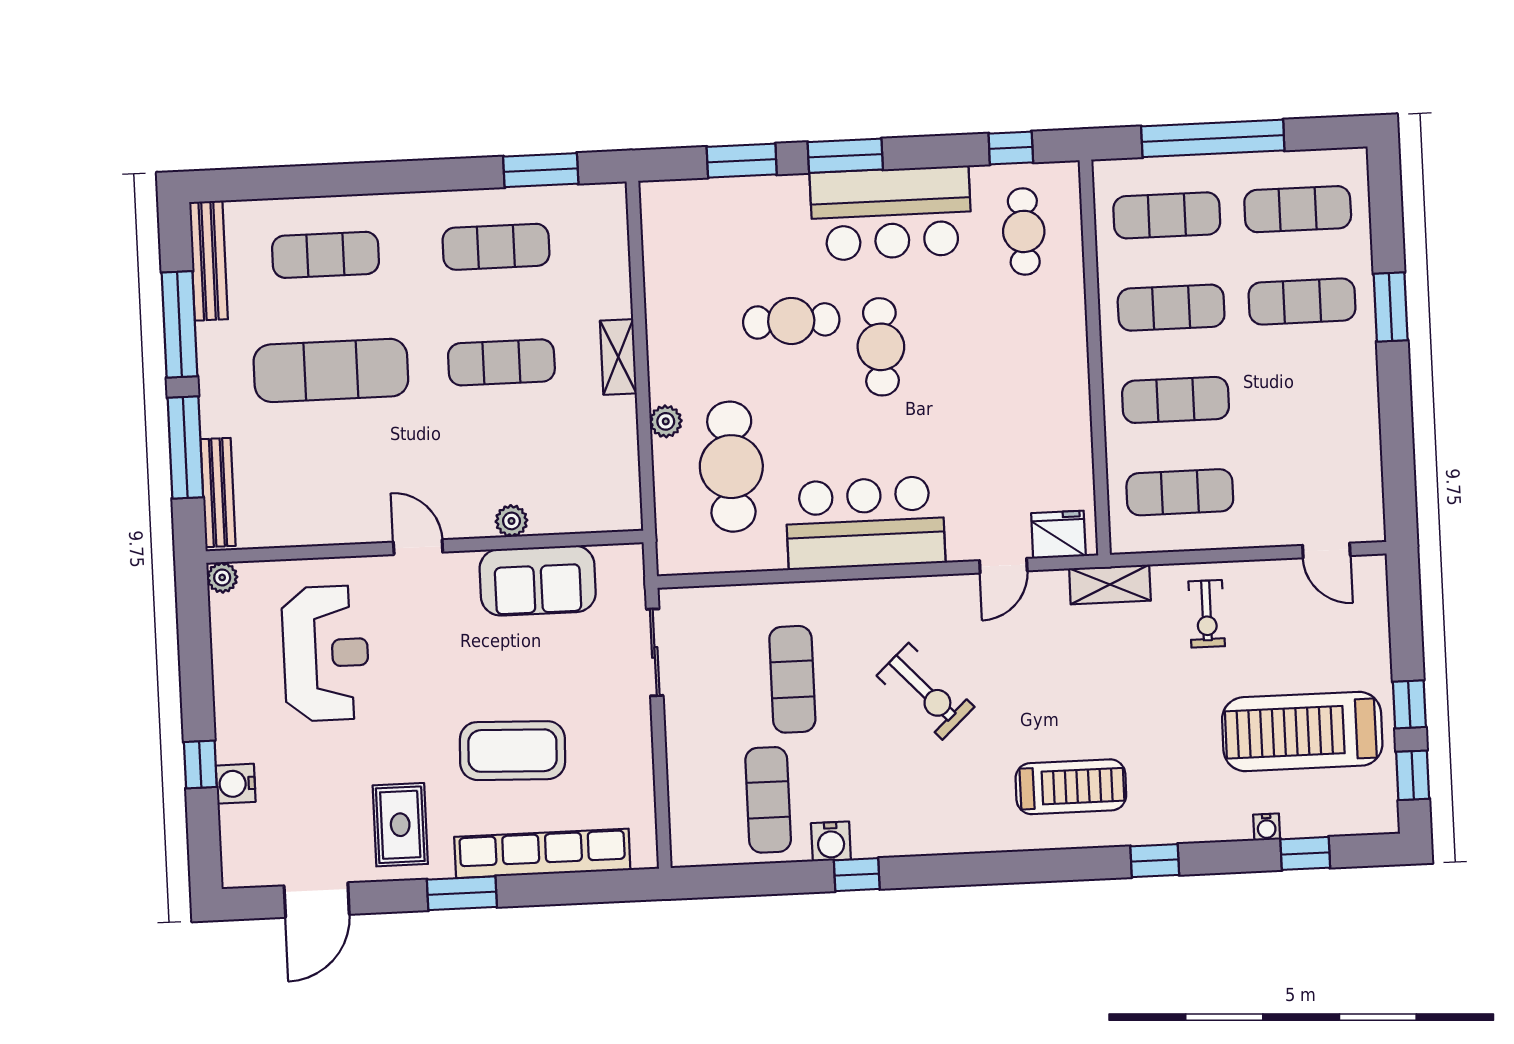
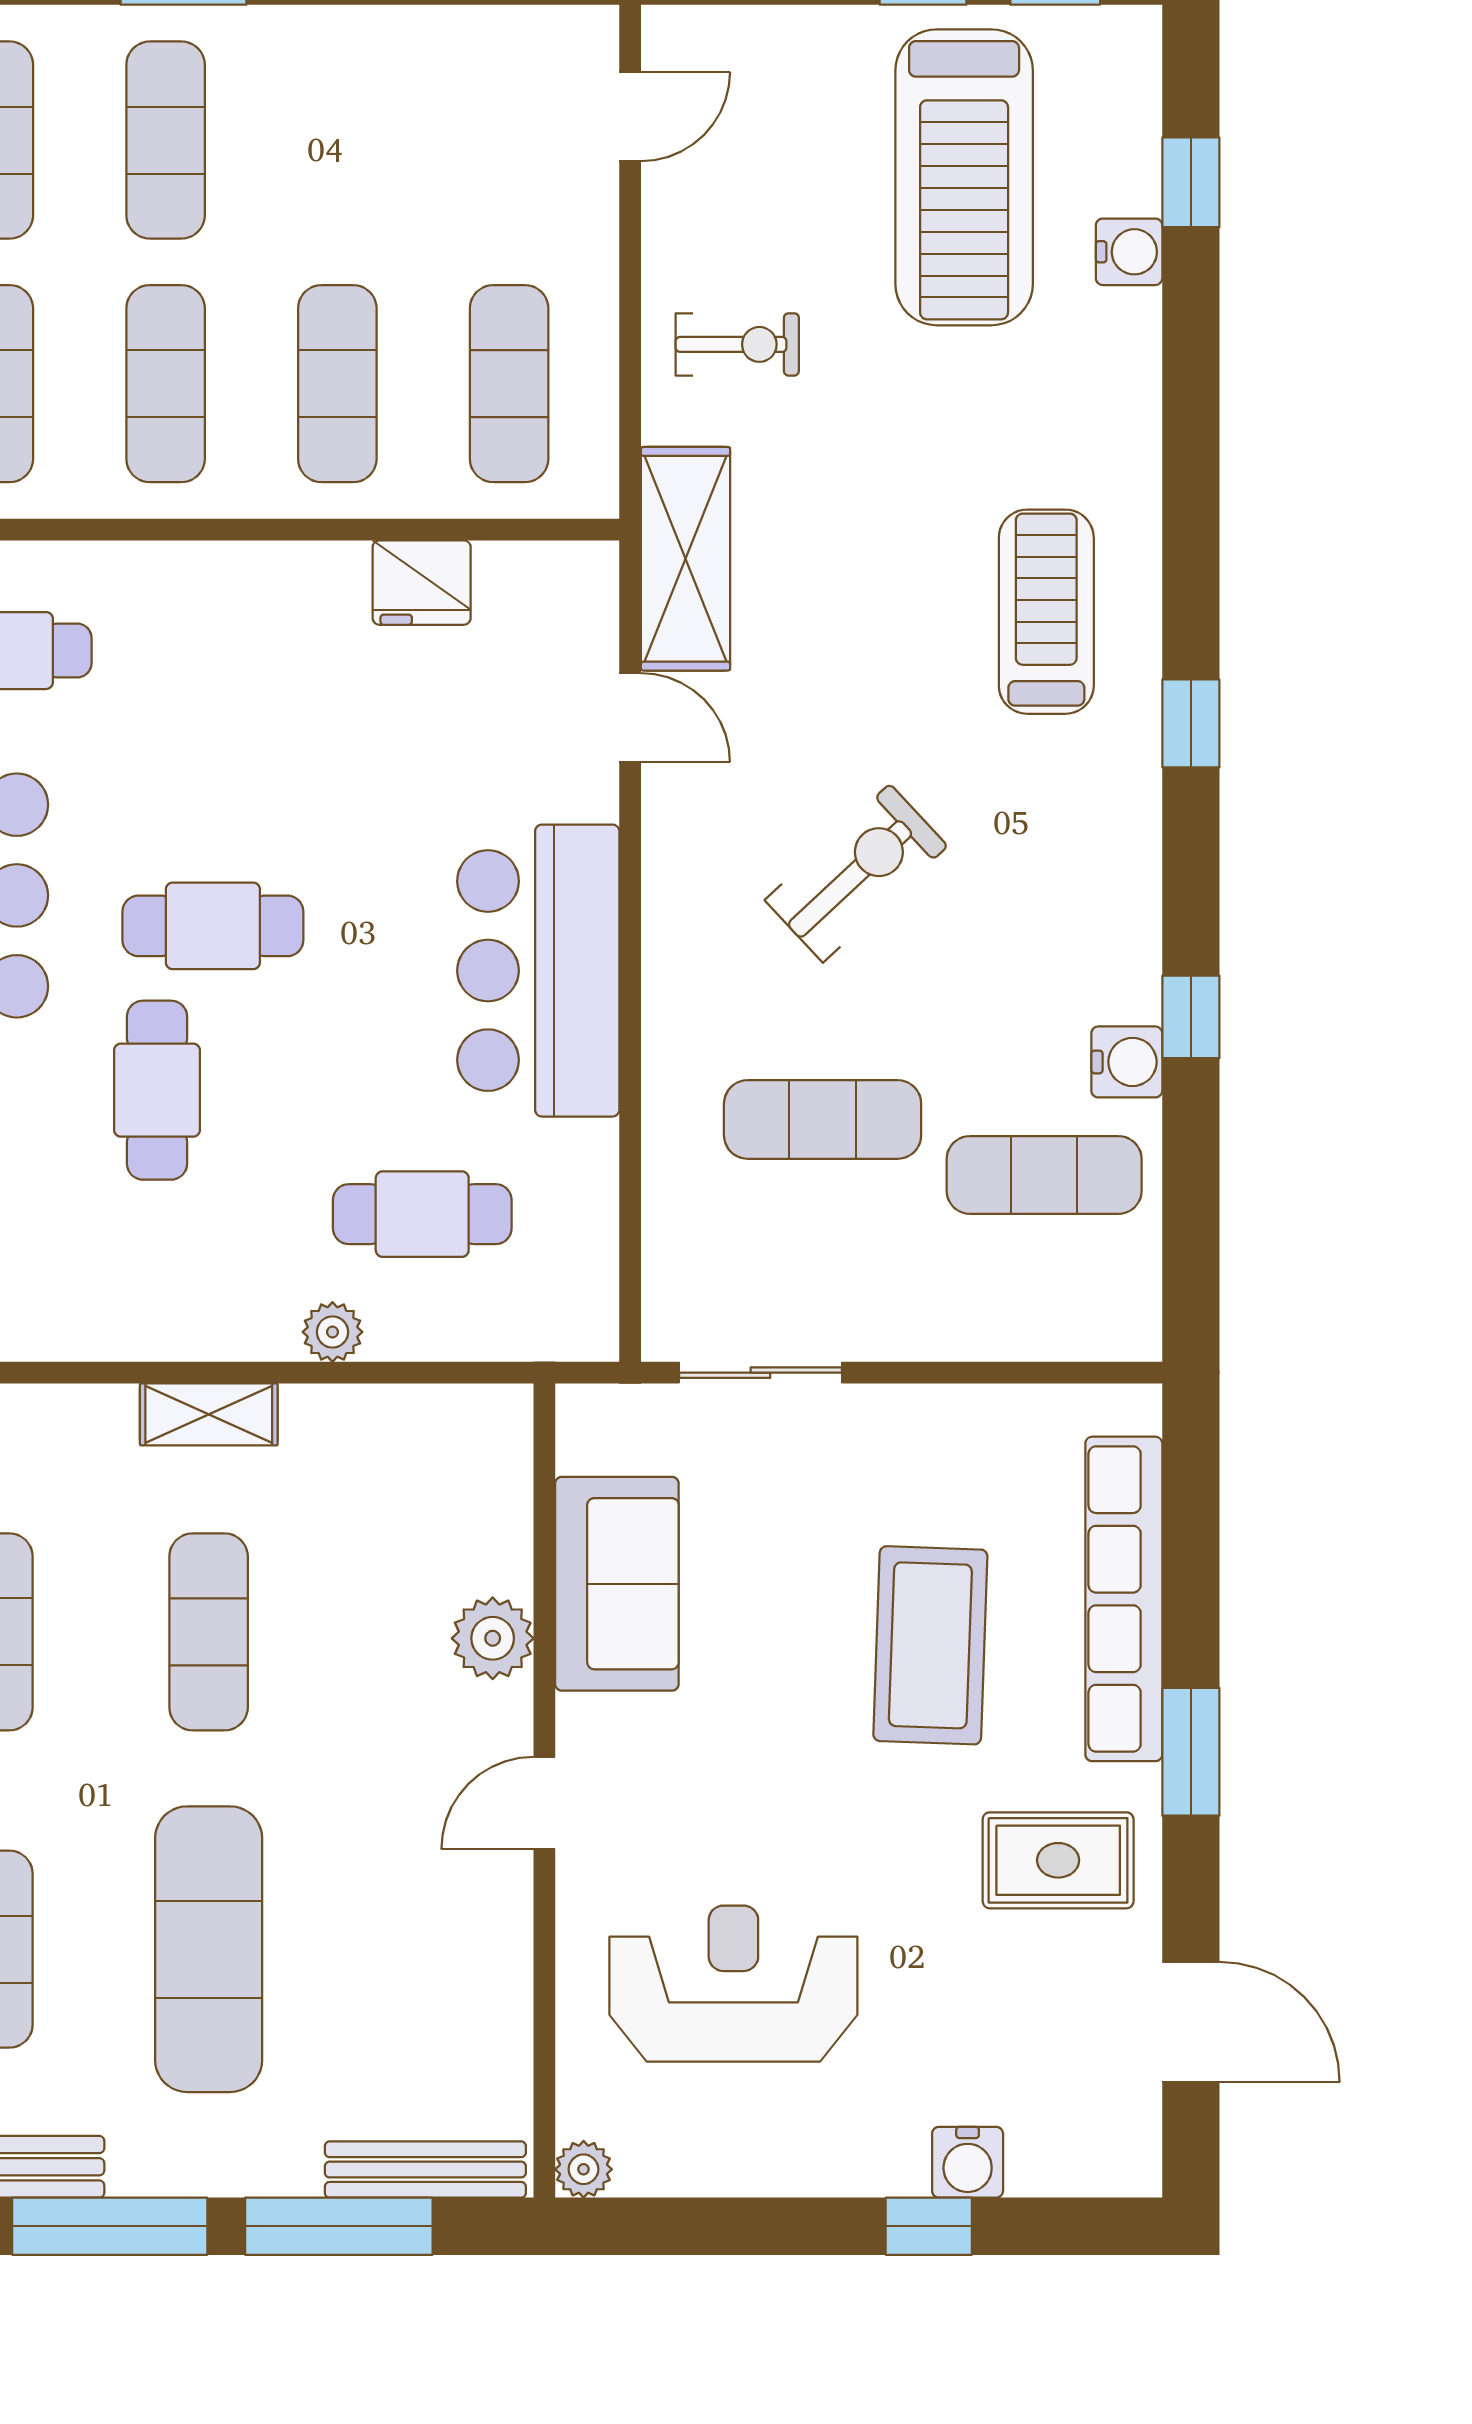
cafe table: (731, 467) -> (422, 1214), width x0.73, depth x0.74
plant: (511, 521) -> (493, 1638), width x1.38, depth x1.38
fridge: (1058, 535) -> (422, 583), moved, turned -90
shelving: (1110, 585) -> (686, 559), width x1.50, depth x1.33
water cooler: (1267, 827) -> (1129, 252), width x1.38, depth x1.38
window: (1155, 861) -> (1191, 723), moved

